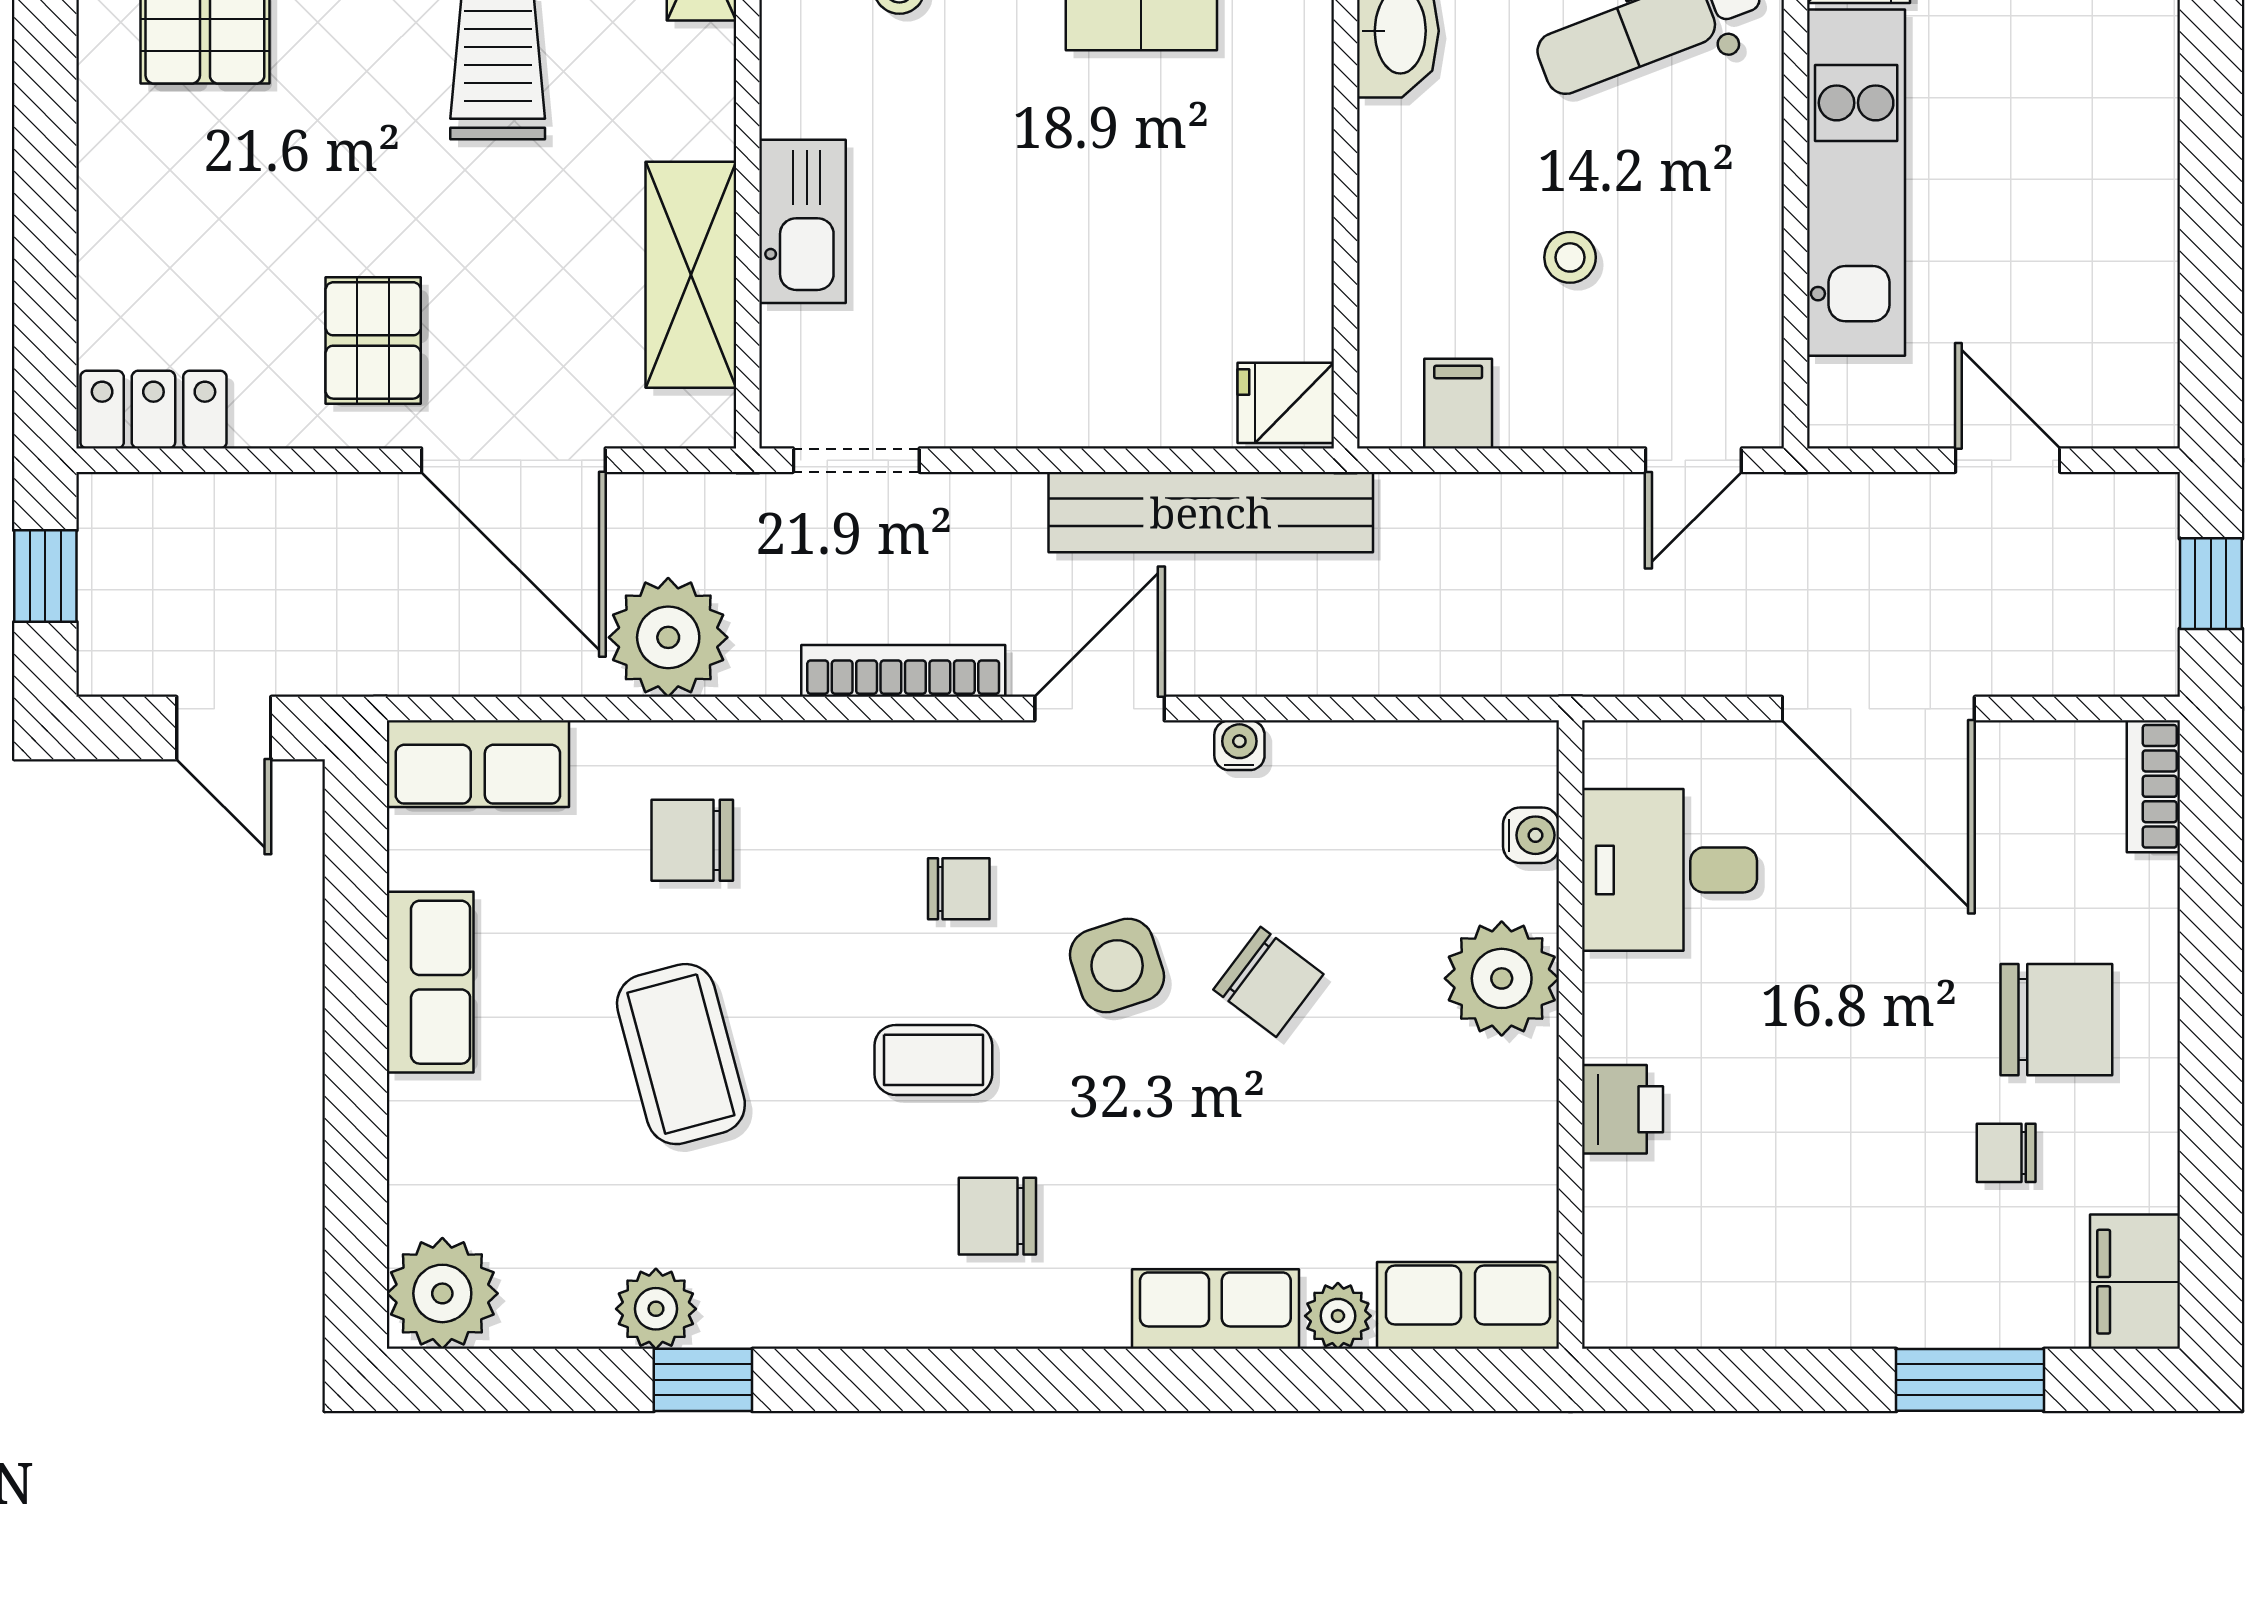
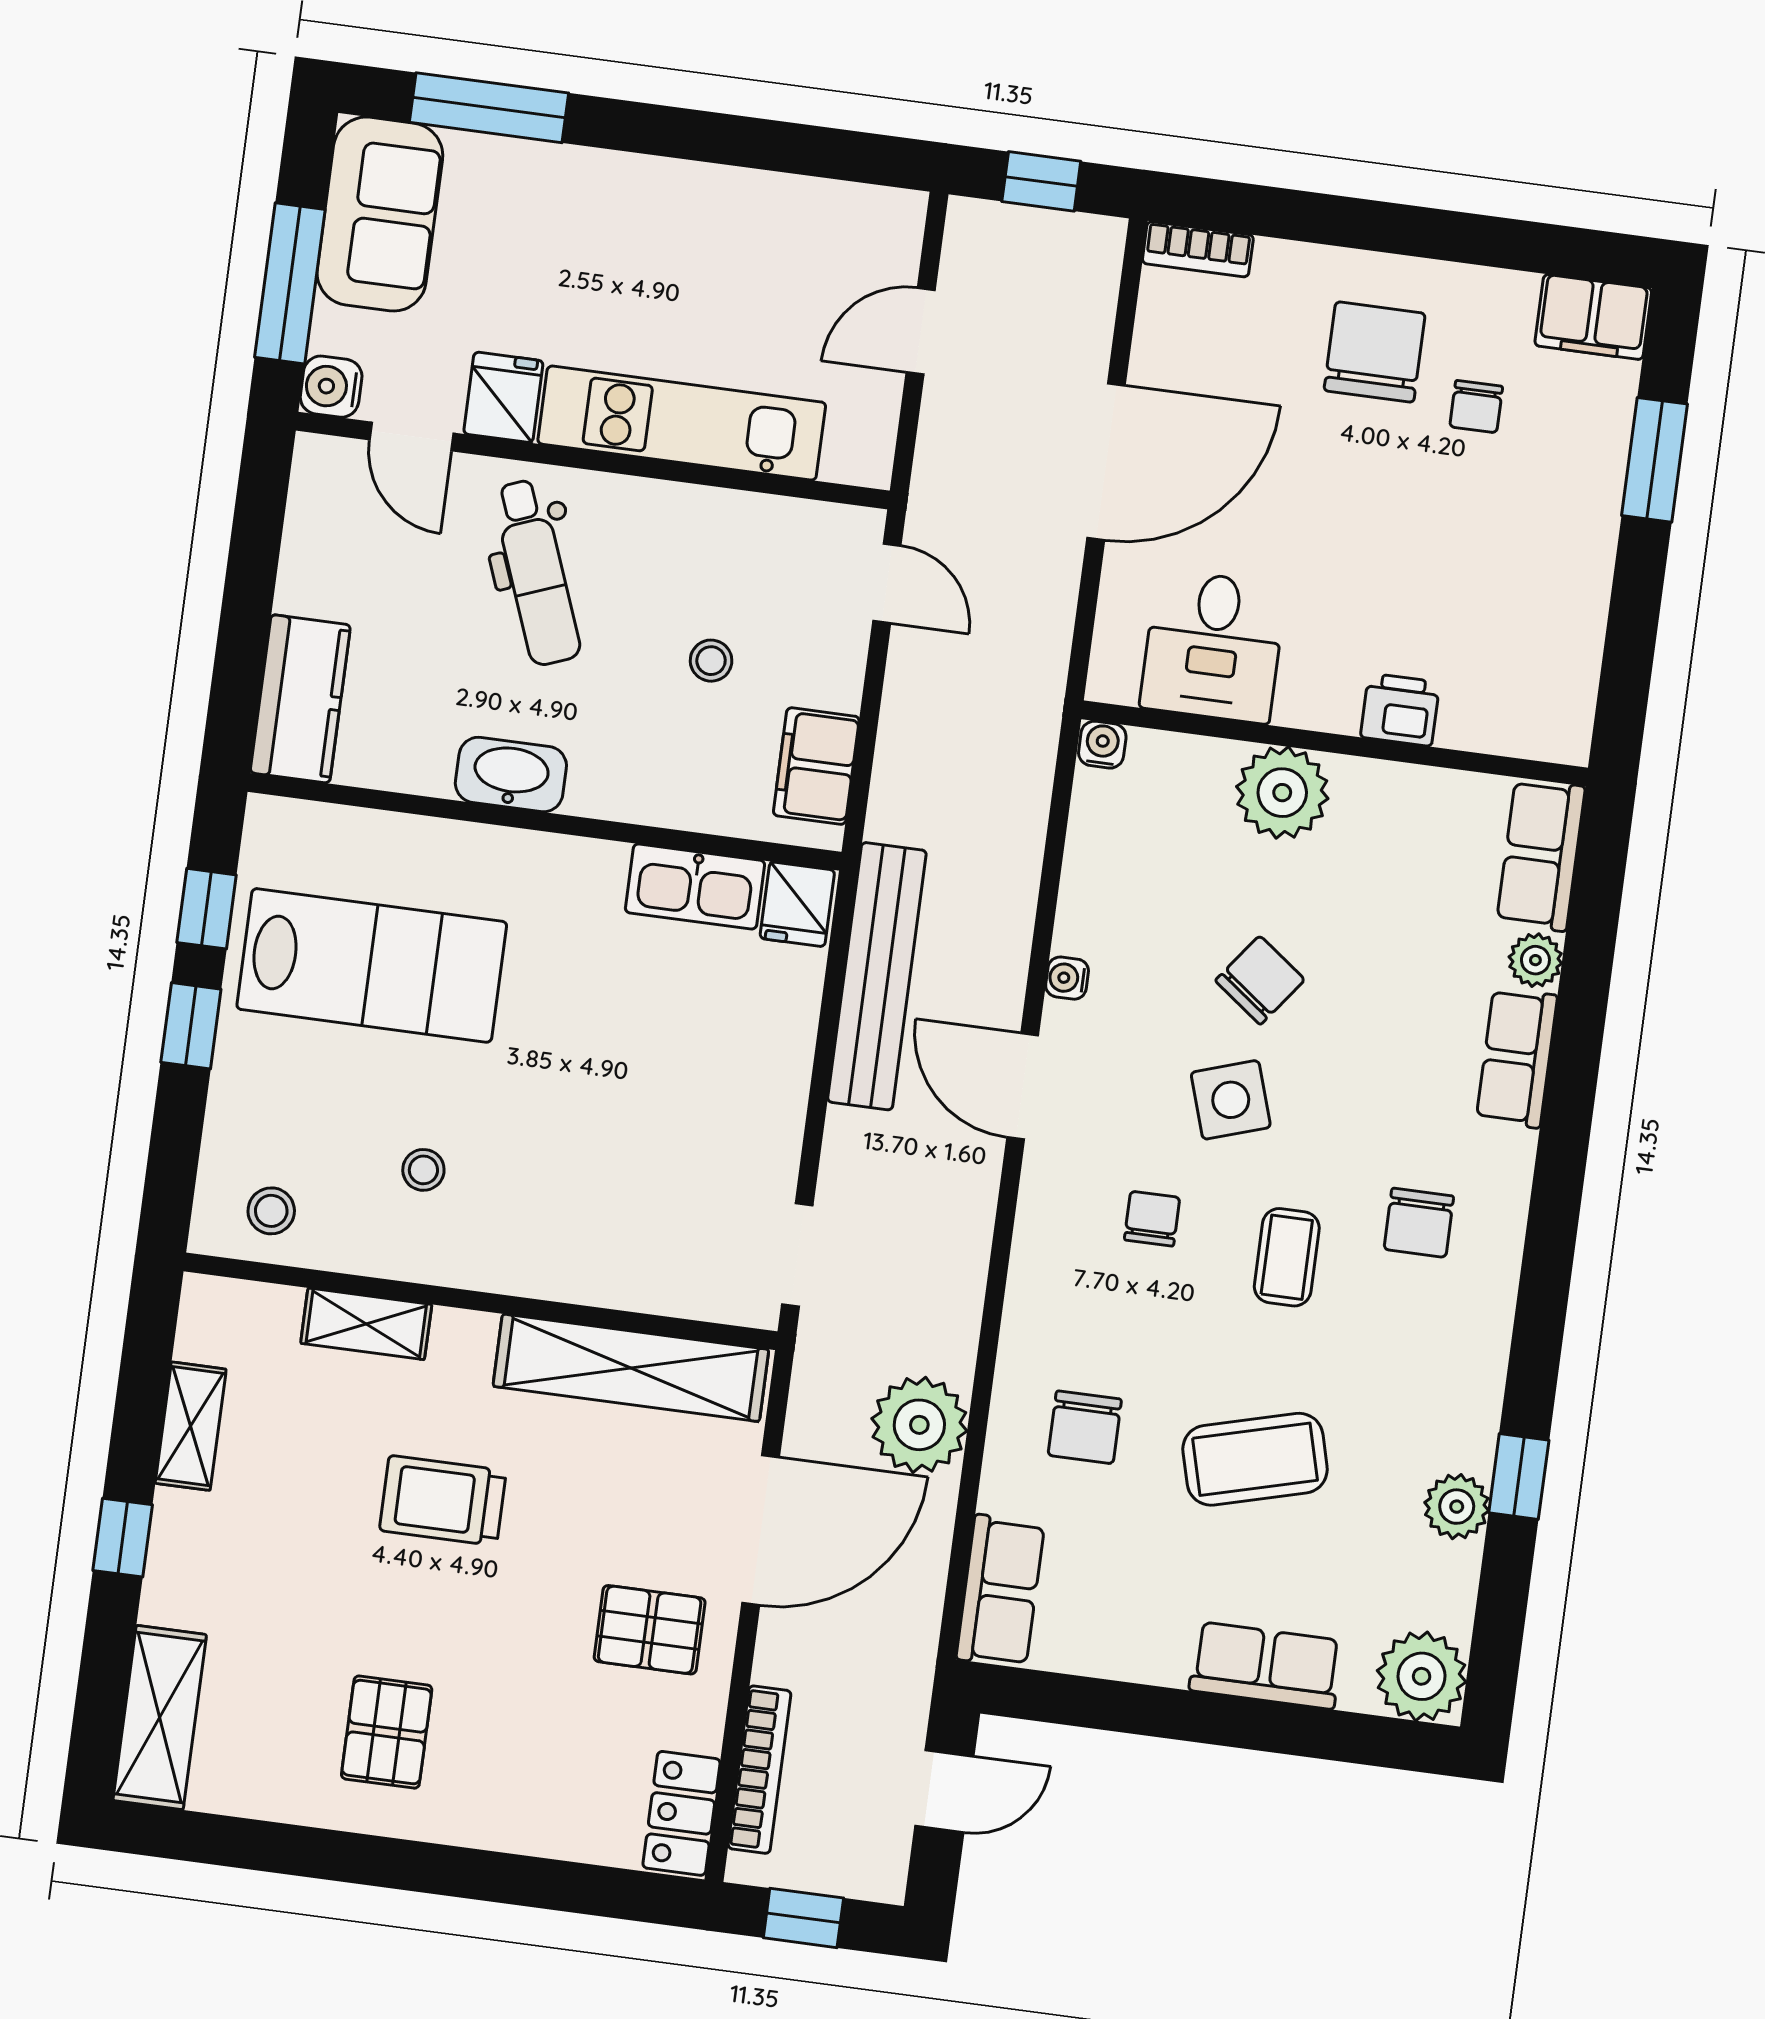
kitchen sink: (802, 221) -> (695, 887), moved, turned 180
shelving: (691, 275) -> (631, 1368), width x1.47
filing cabinet: (1458, 404) -> (816, 766), width x2.00
bookcase: (903, 671) -> (759, 1770), moved, turned 180
water cooler: (1531, 835) -> (1102, 745), moved
row of seats: (430, 982) -> (1266, 1665), moved

